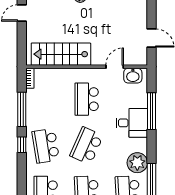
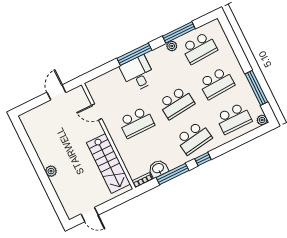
washbasin: (133, 76) -> (158, 169), moved, turned -90
window: (151, 111) -> (134, 54), moved
school desk: (87, 146) -> (176, 103), turned -30
plant: (137, 163) -> (172, 46), width x0.53, depth x0.53

